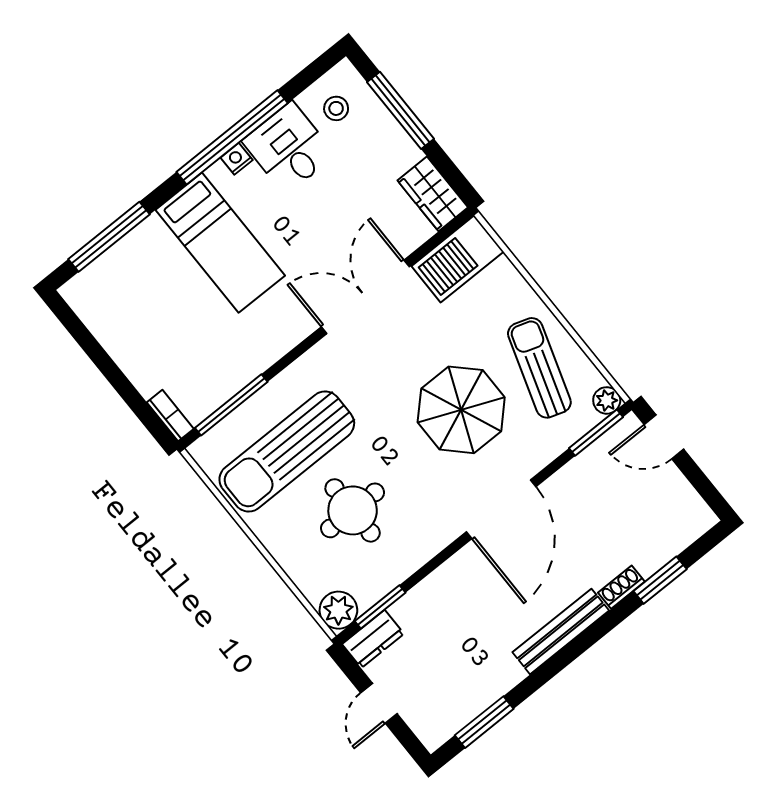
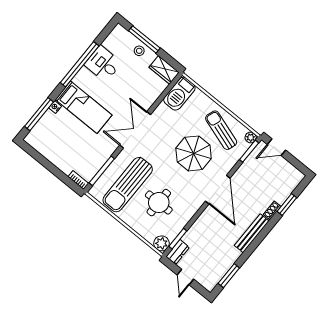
stool: (336, 108) -> (139, 51), moved
nightstand: (237, 159) -> (55, 107), moved
double door: (365, 297) -> (135, 130), moved

